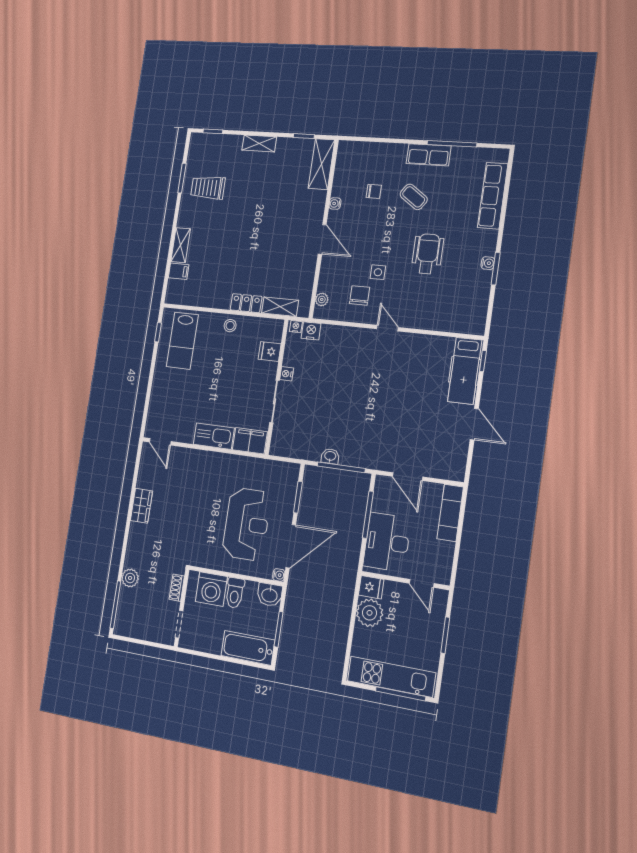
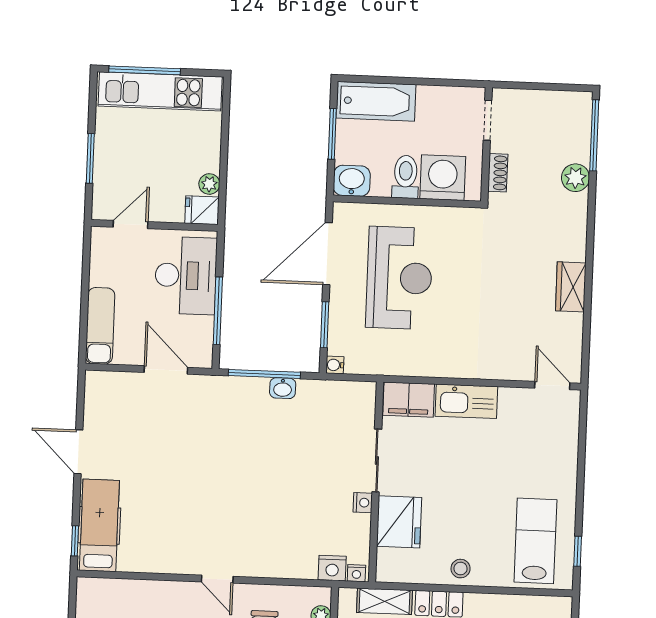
fridge: (270, 352) -> (399, 522), width x1.88, depth x1.34
reception desk: (246, 524) -> (399, 278), turned 180
water cooler: (279, 575) -> (335, 365), moved
door: (422, 583) -> (130, 224), hinge flipped
plant: (370, 613) -> (209, 184), width x0.53, depth x0.53

